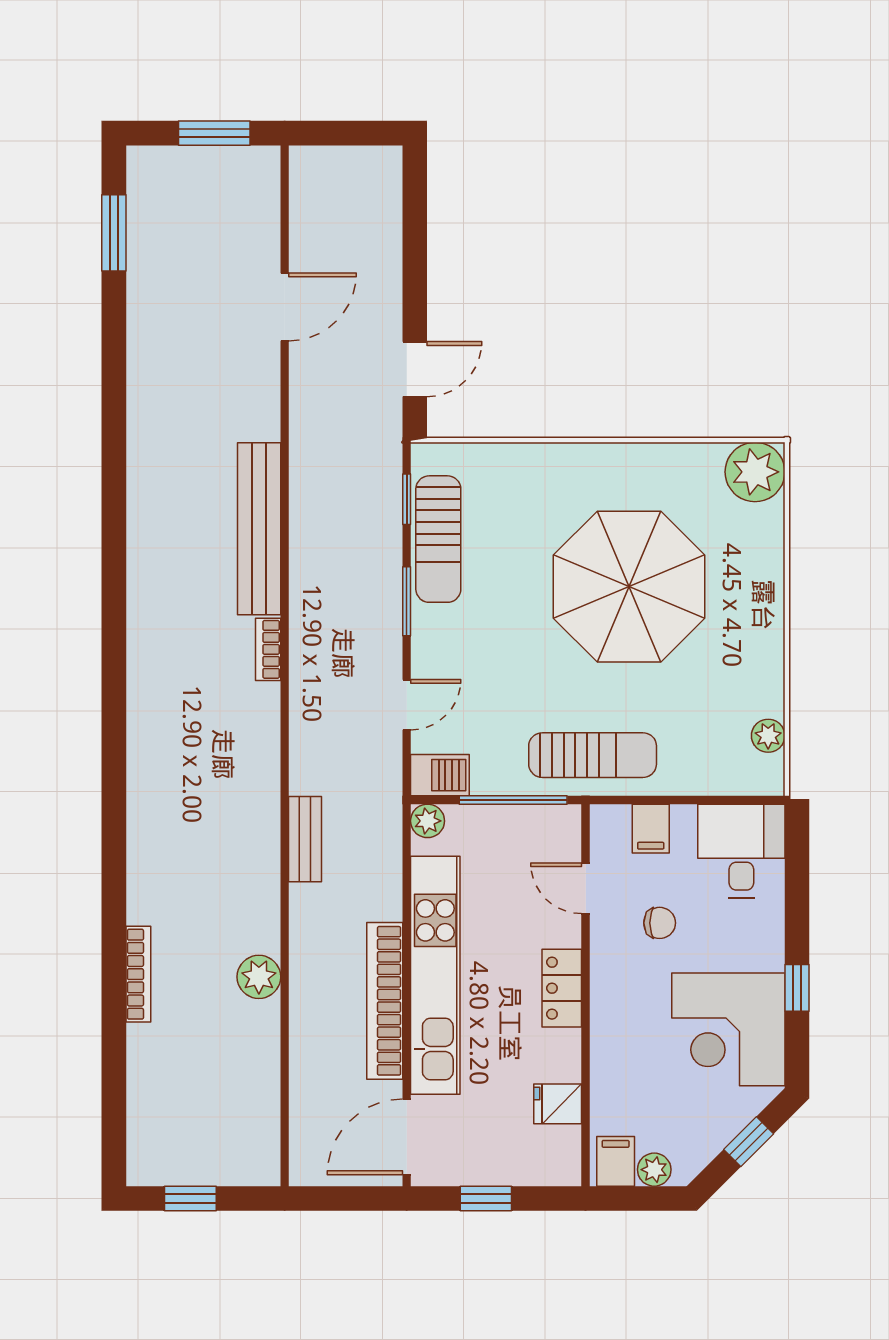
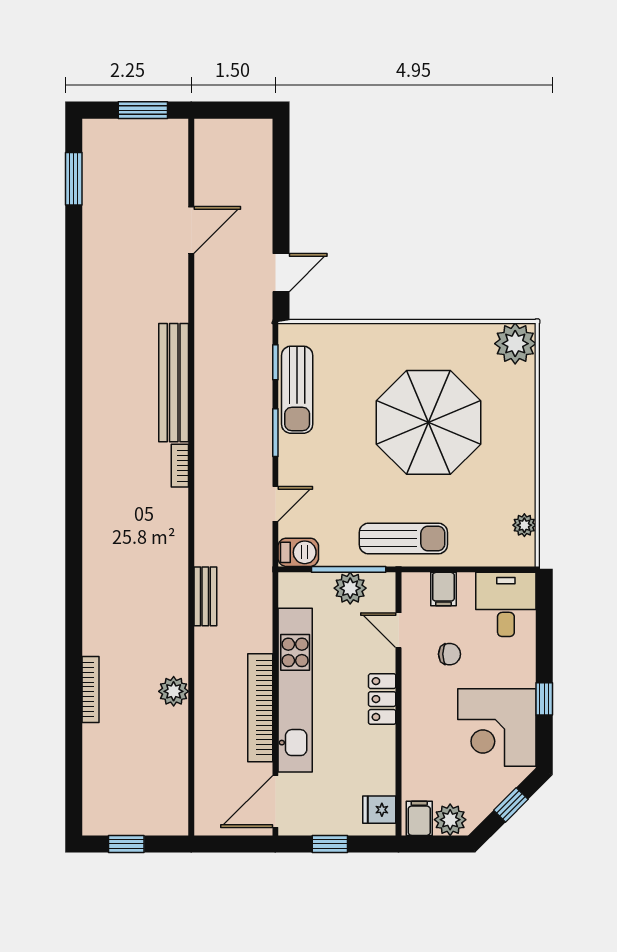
plant: (428, 821) -> (350, 588), moved, width x1.38, depth x1.38
fridge: (558, 1104) -> (379, 810), moved
plant: (654, 1170) -> (450, 820), width x1.38, depth x1.38

